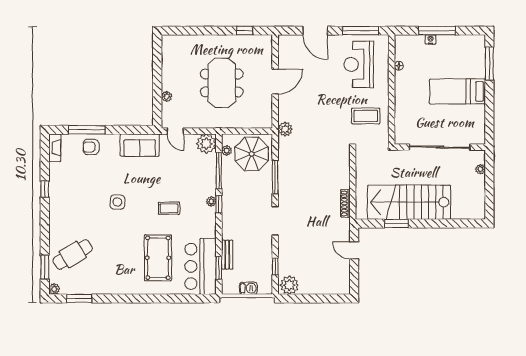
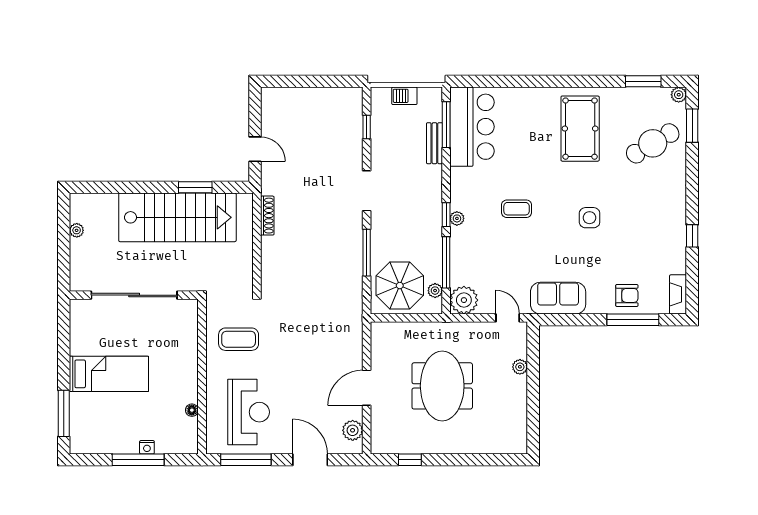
plant: (285, 129) -> (353, 430), moved
plant: (480, 169) -> (77, 230), moved
pool table: (158, 258) -> (580, 129), moved
window: (219, 268) -> (446, 125), width x1.44
plant: (289, 285) -> (346, 100), removed

